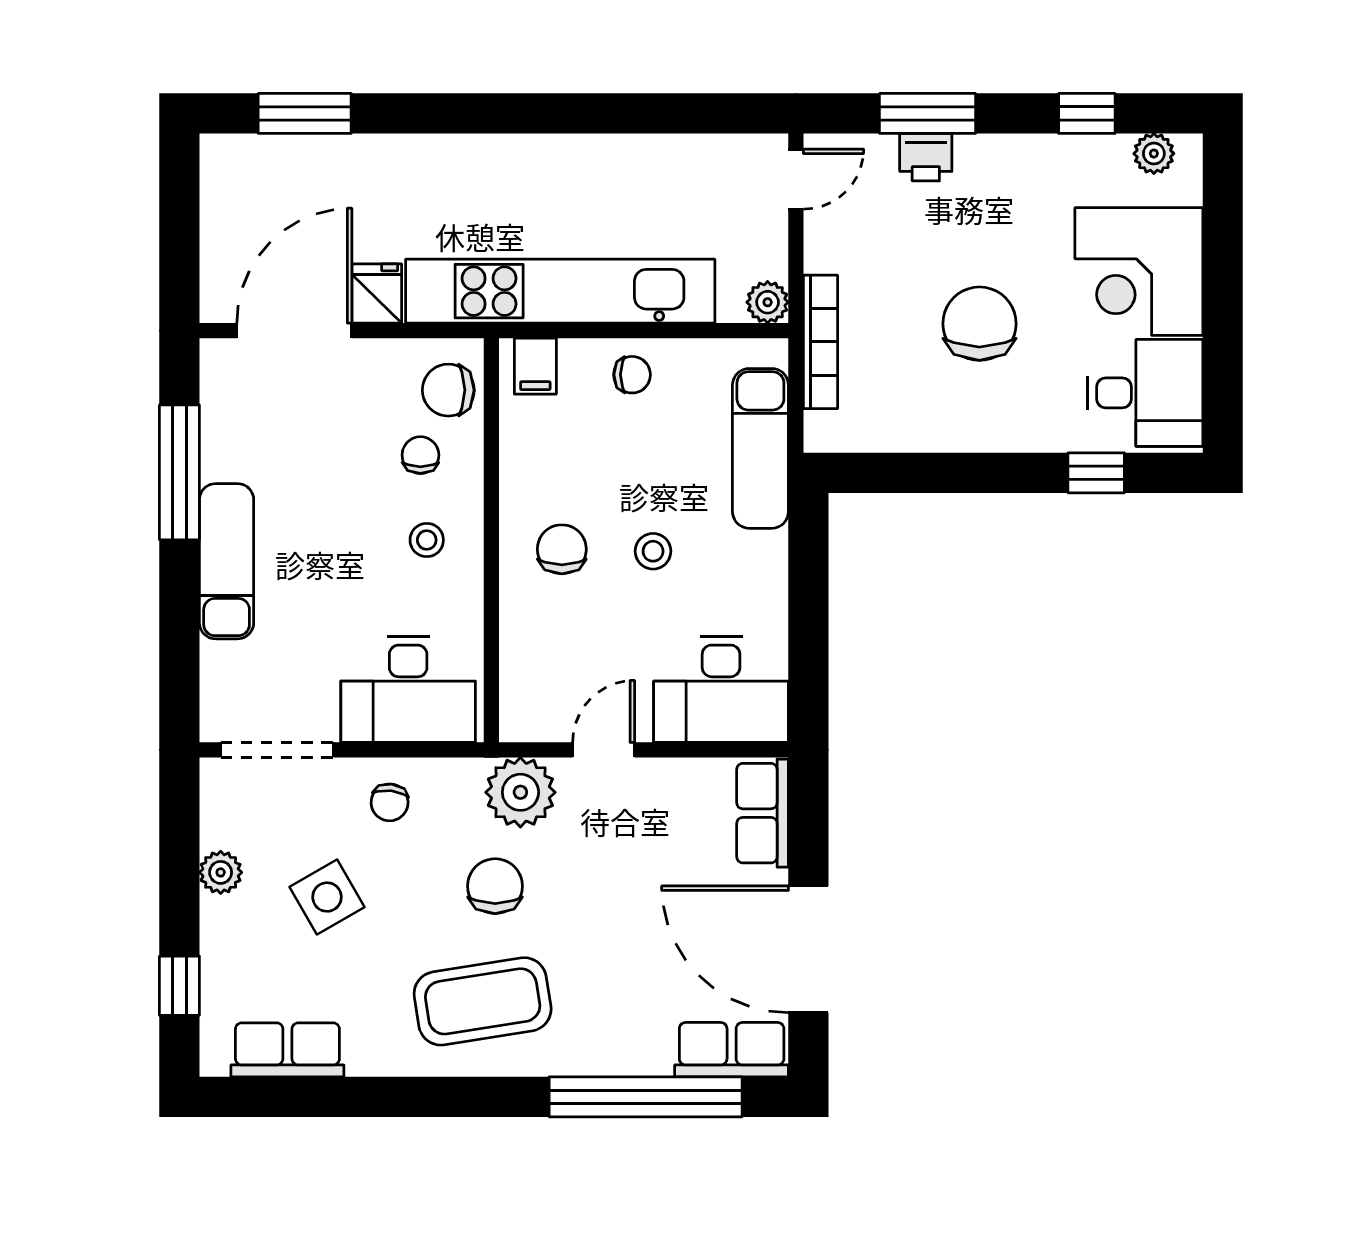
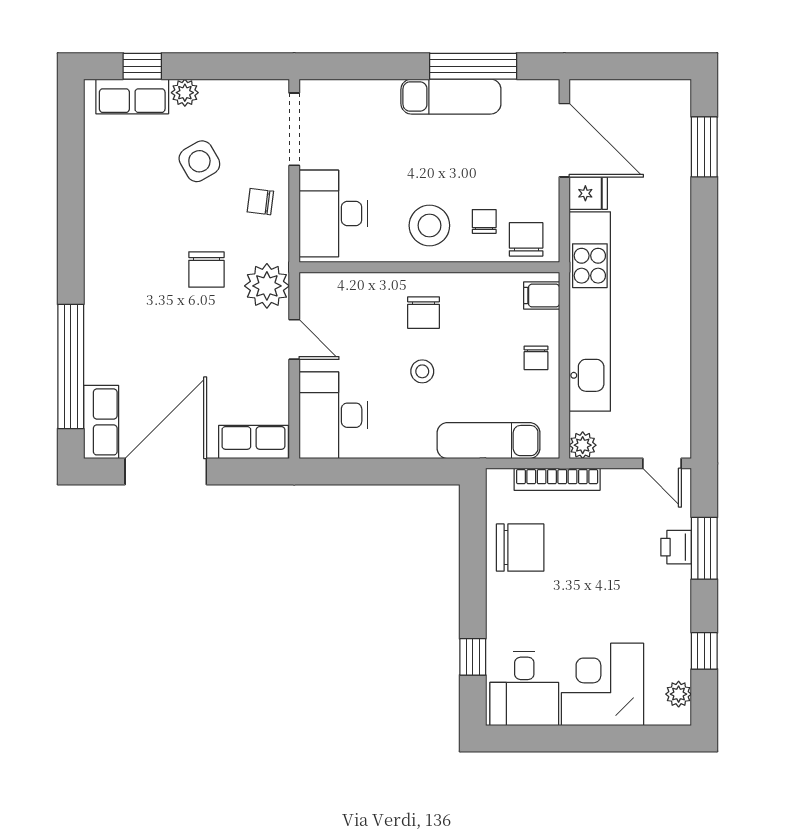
chair: (979, 324) -> (520, 548), moved
chair: (420, 455) -> (484, 221), turned -90
stool: (427, 540) -> (429, 225), width x1.89, depth x1.89
chair: (562, 549) -> (423, 313), turned 90
exam couch: (227, 561) -> (451, 97), moved
plant: (221, 872) -> (185, 93), moved
chair: (495, 886) -> (206, 270), turned 90
coffee table: (483, 1001) -> (132, 261), removed
row of seats: (287, 1050) -> (132, 96), moved, turned 90

